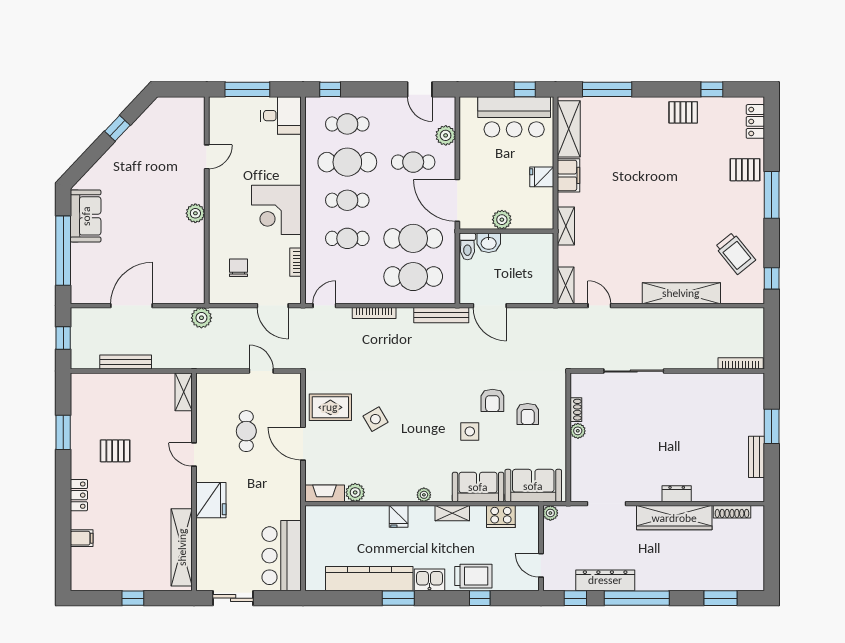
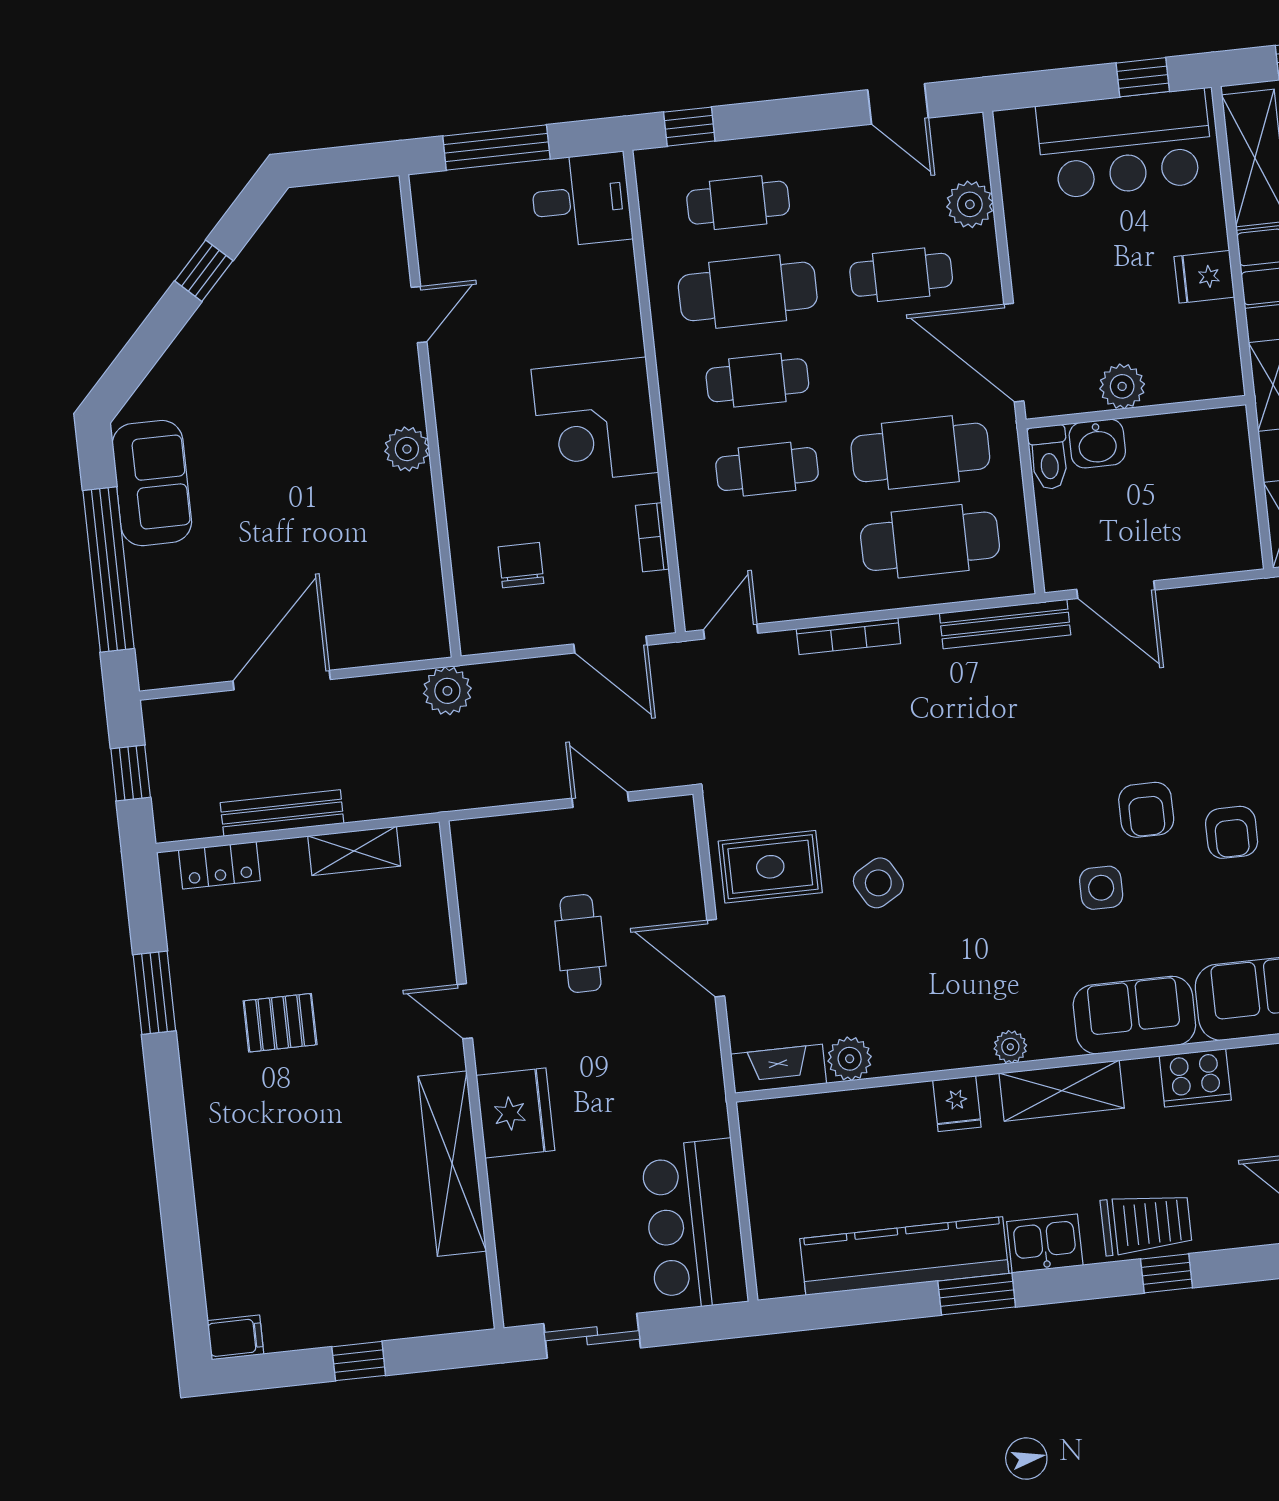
shelving: (184, 392) -> (354, 851), moved, turned 90
locker: (79, 495) -> (219, 865), moved, turned 90
shelving: (452, 513) -> (1062, 1091), width x1.50, depth x1.33
filing cabinet: (82, 538) -> (236, 1337), moved
shelving: (182, 547) -> (452, 1164), moved

